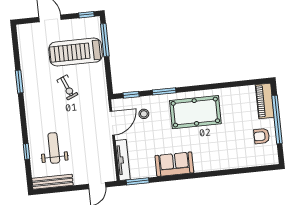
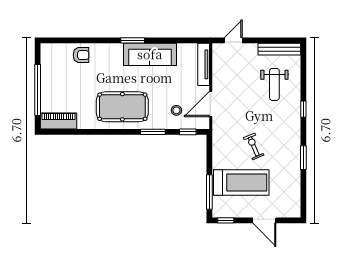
piano: (265, 101) -> (59, 121), moved, turned -90
armchair: (262, 136) -> (81, 55), moved
window: (26, 152) -> (303, 109), moved
sofa: (174, 164) -> (150, 54), width x1.36
window: (138, 181) -> (133, 40), moved

